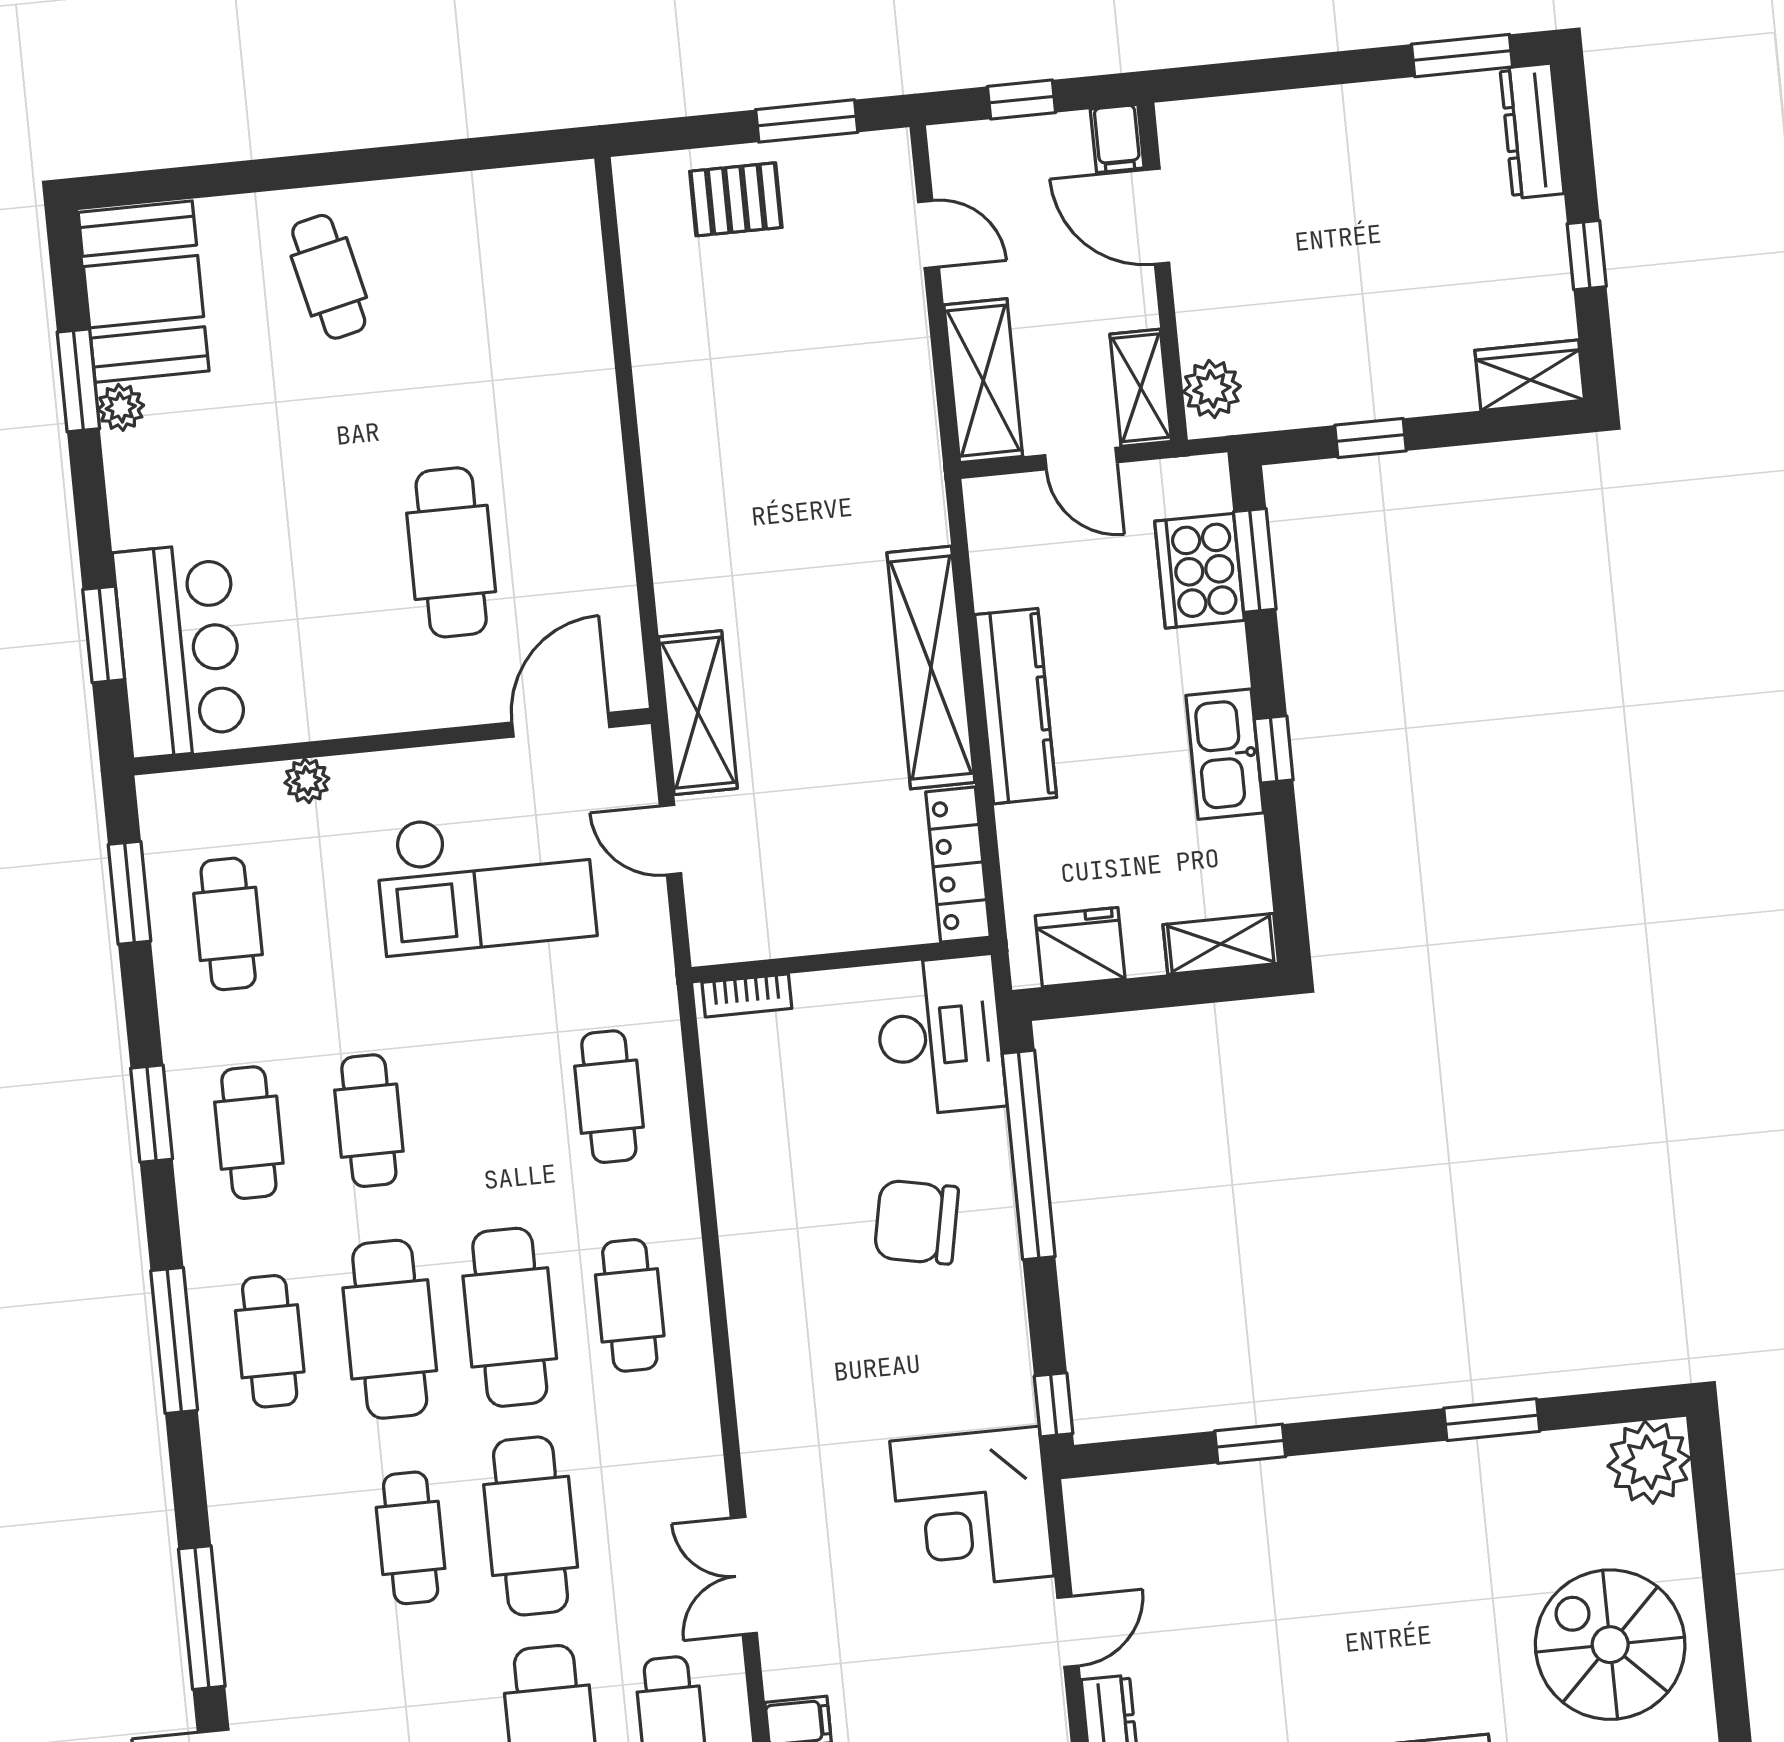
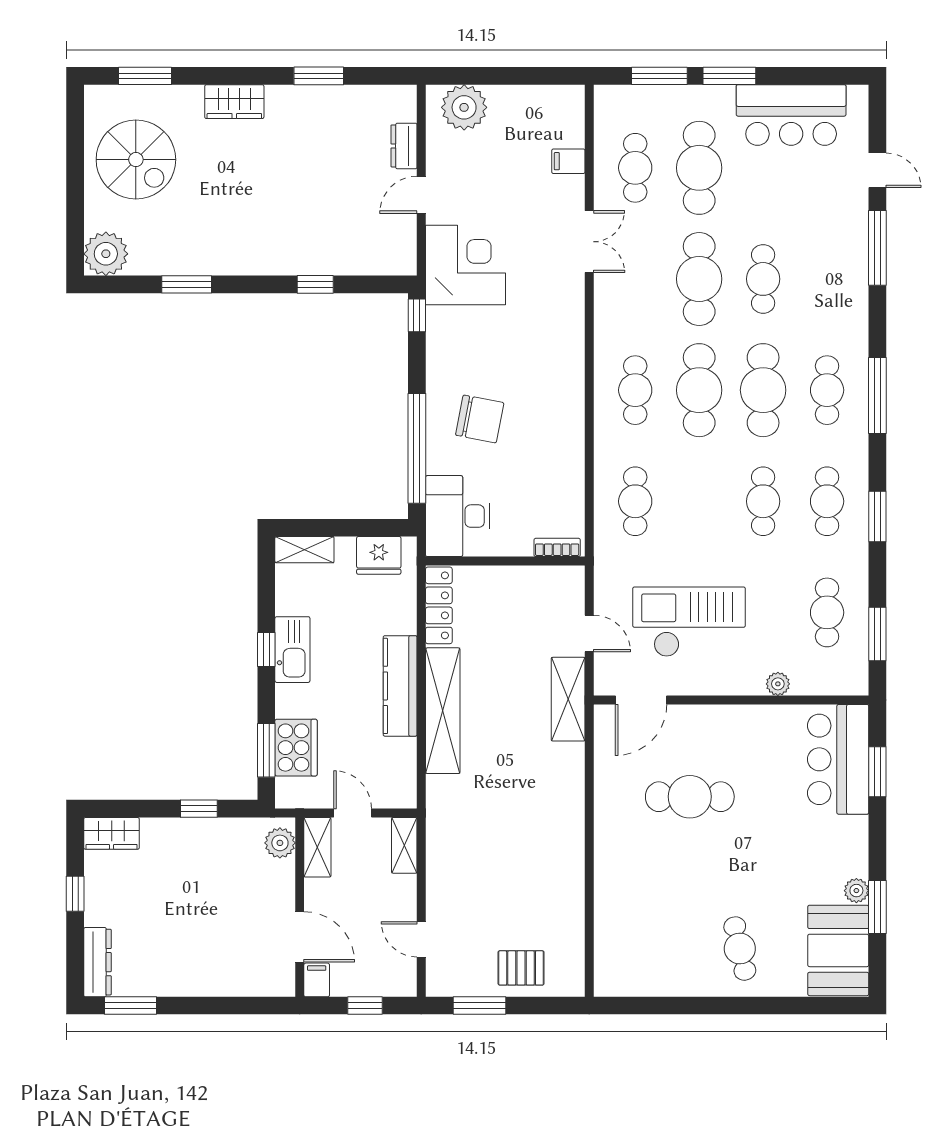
shelving: (983, 381) -> (404, 845), width x0.67, depth x0.75
cafe table: (451, 552) -> (690, 797), turned 90

